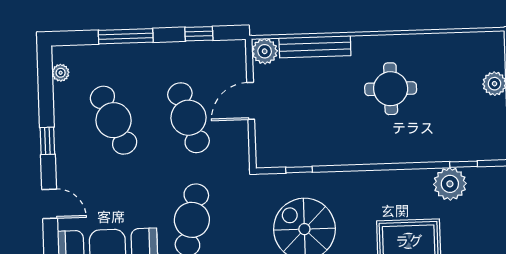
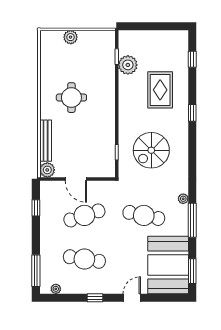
window: (126, 36) -> (36, 271), moved
cafe table: (114, 120) -> (84, 259), turned 33

